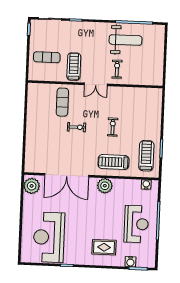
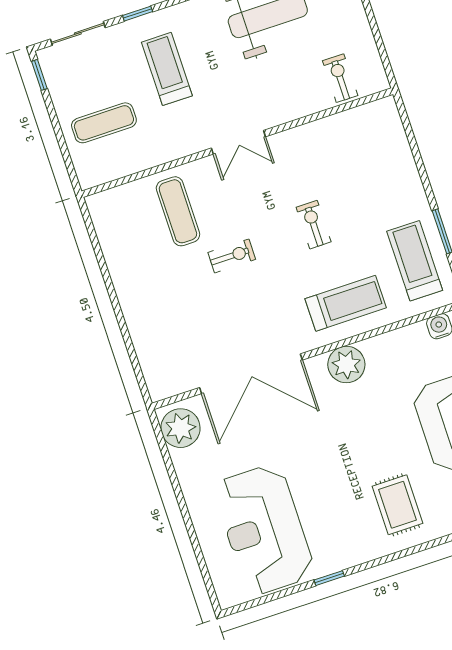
treadmill: (74, 67) -> (167, 69), moved
exercise bike: (117, 69) -> (340, 78), moved
treadmill: (114, 162) -> (346, 303), turned 180
rug: (104, 247) -> (397, 505), turned 90

